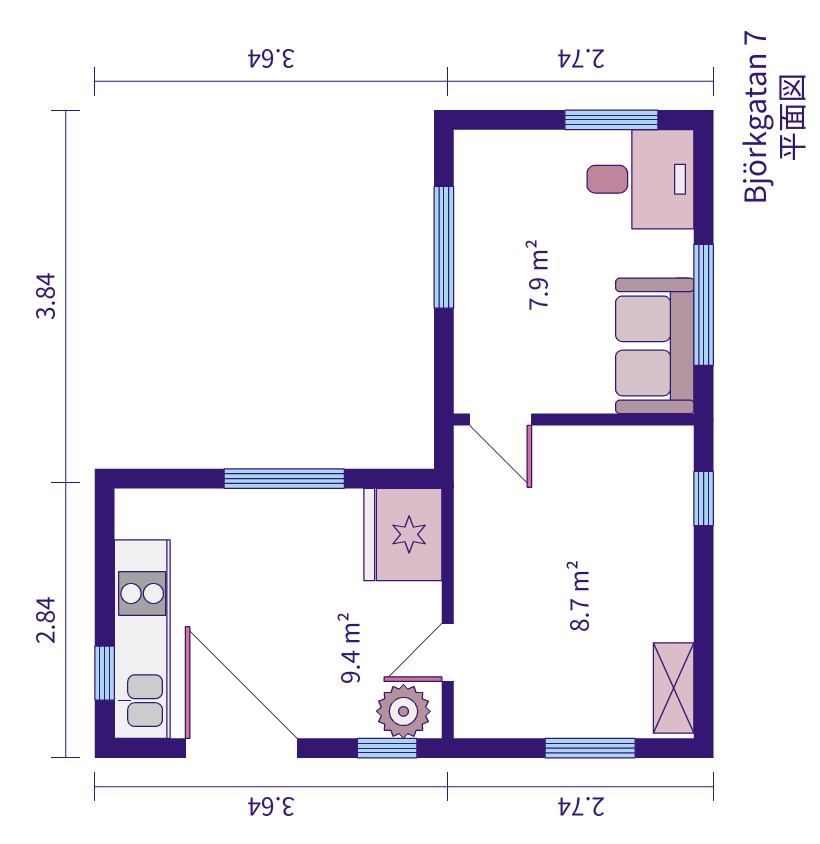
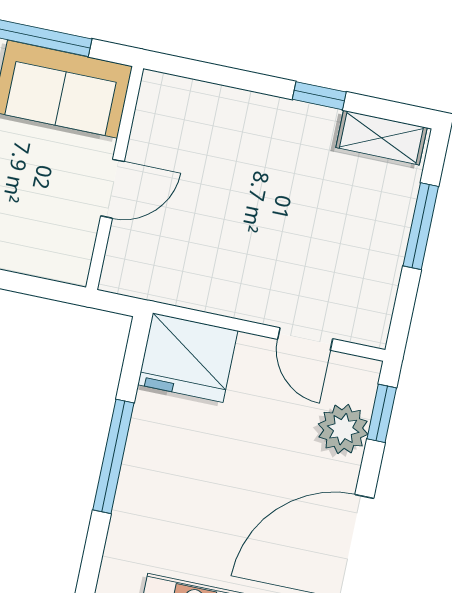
door: (501, 419) -> (112, 189), moved
window: (704, 499) -> (319, 96), moved
plant: (403, 711) -> (343, 429), moved

